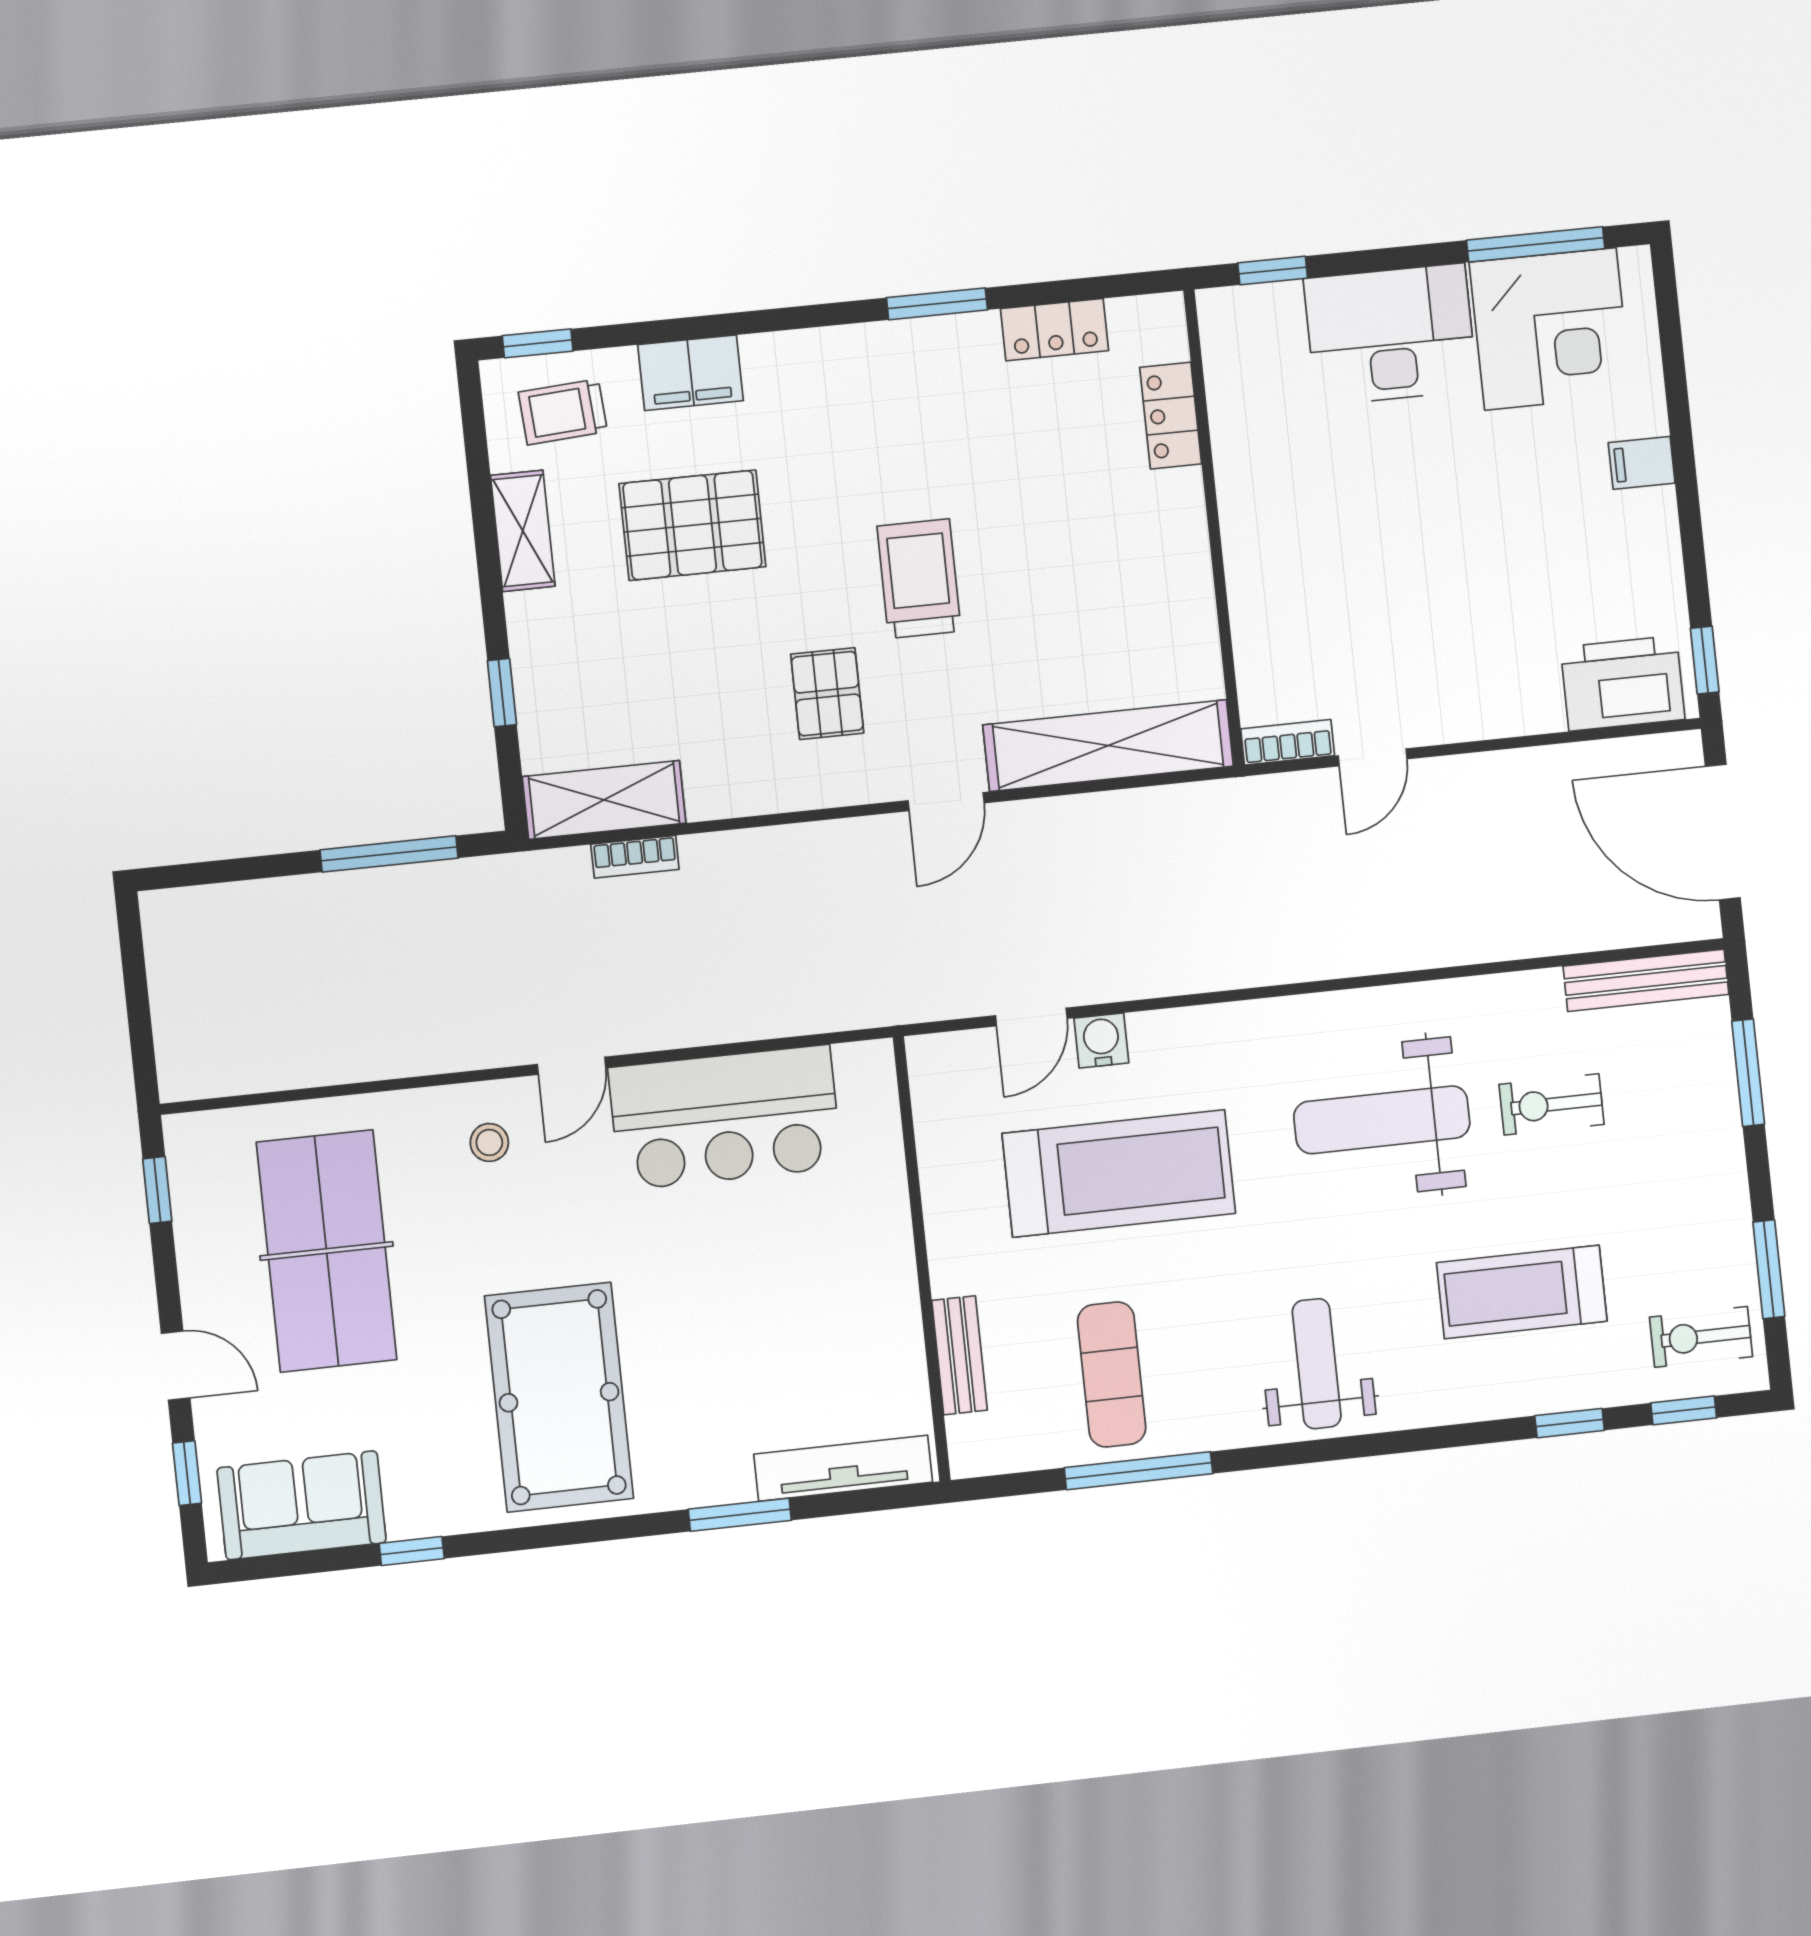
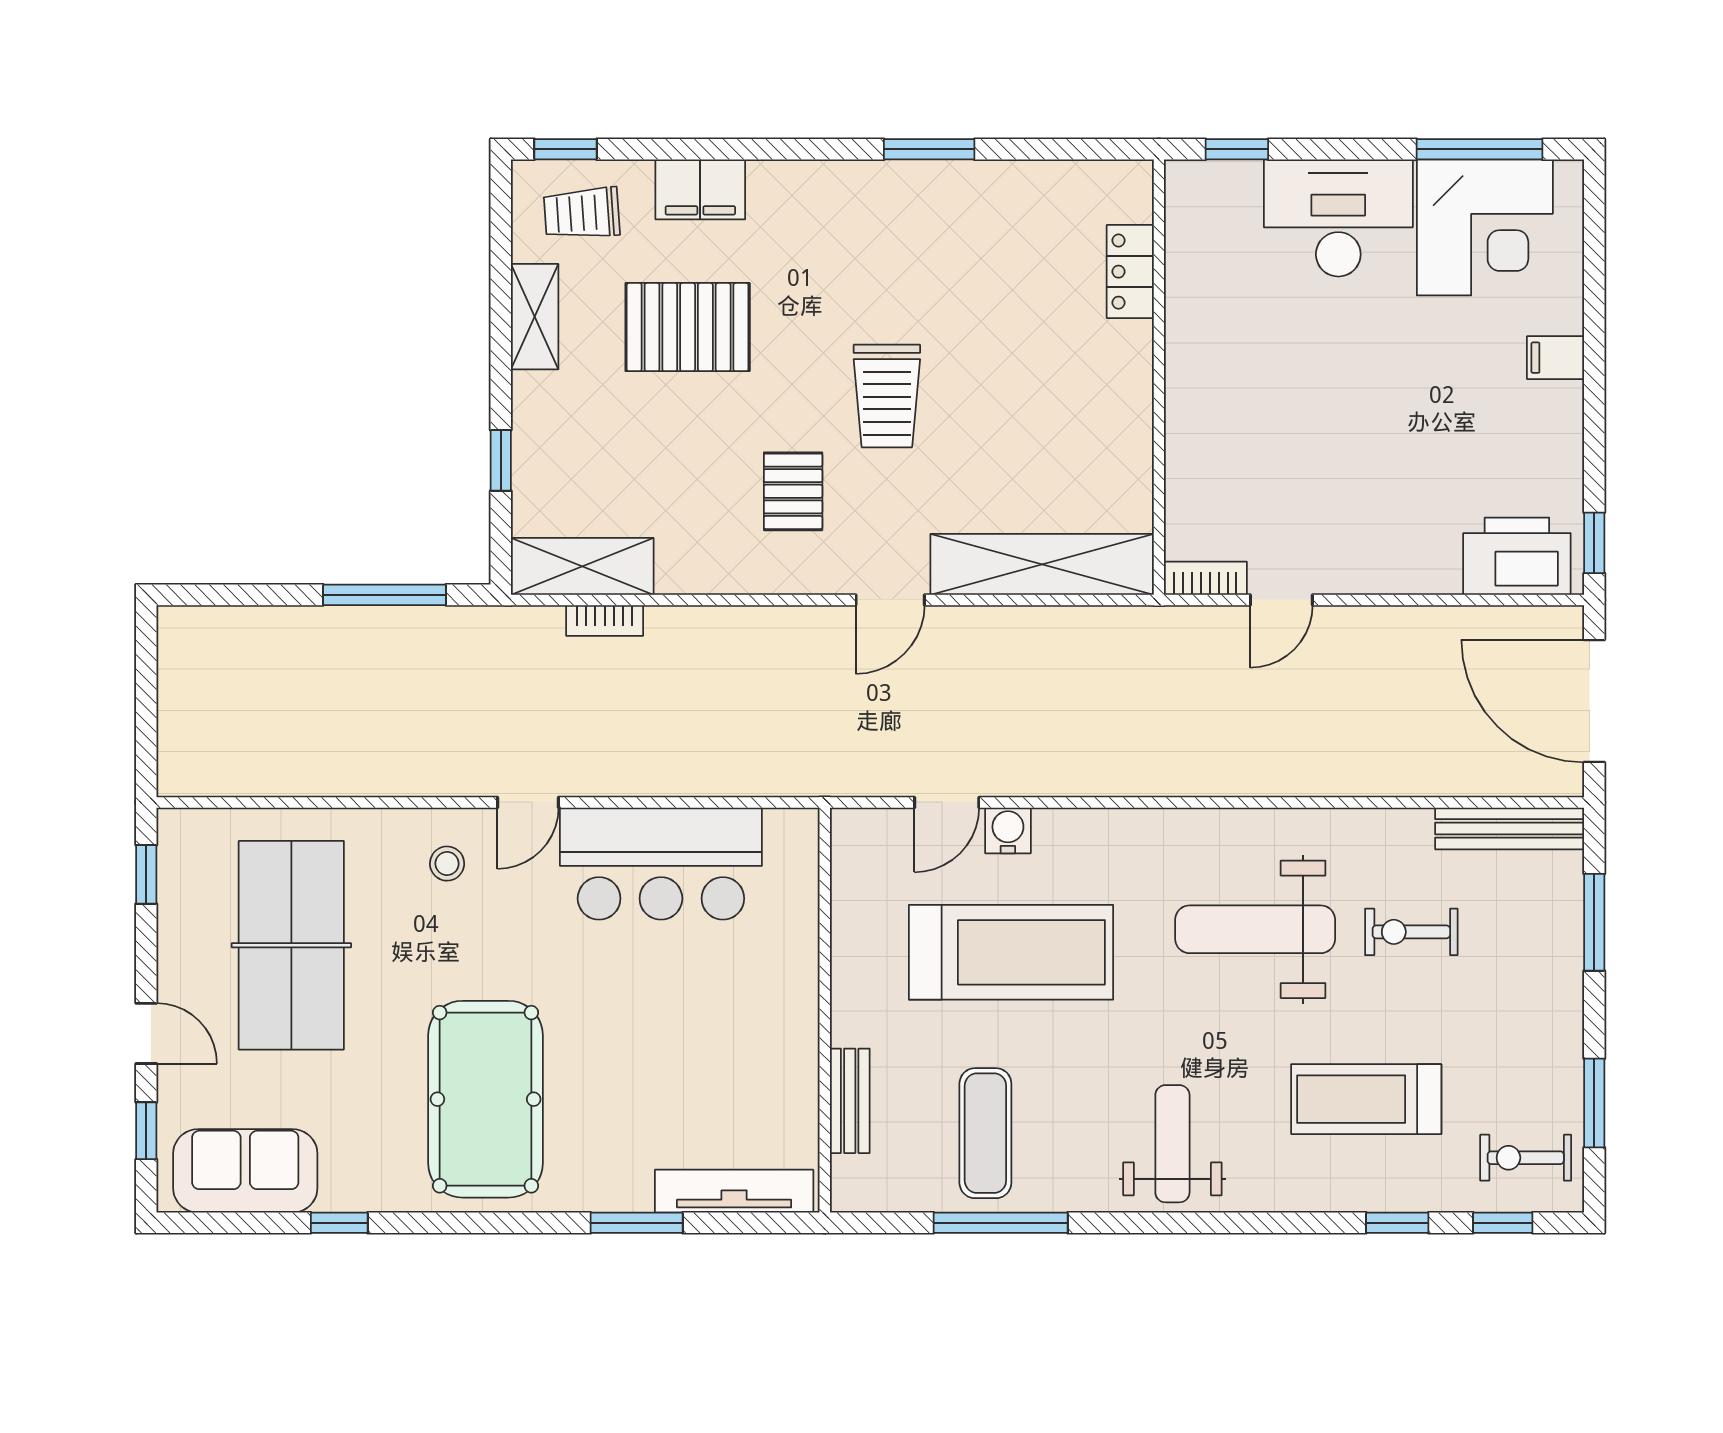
locker: (1055, 330) -> (1033, 183), removed
trolley: (919, 579) -> (887, 396), turned 180

